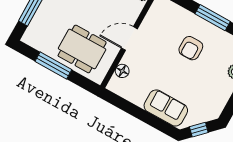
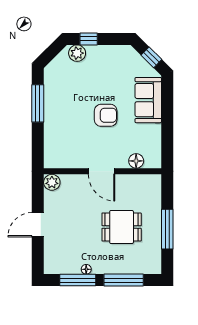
armchair: (191, 48) -> (106, 115), moved
dining table: (82, 49) -> (122, 227), moved, width x0.73

